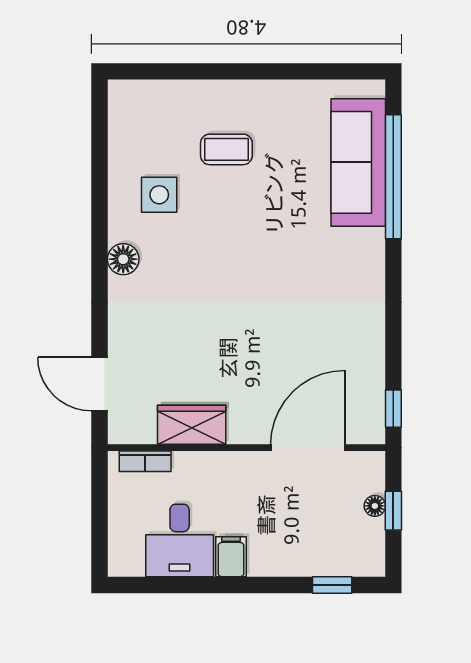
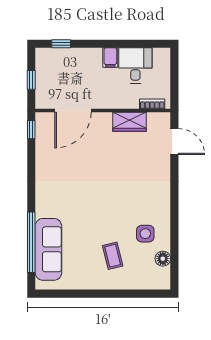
coffee table: (226, 149) -> (113, 256), turned 76
floor lamp: (123, 259) -> (163, 259), moved
floor lamp: (375, 506) -> (40, 82), removed

